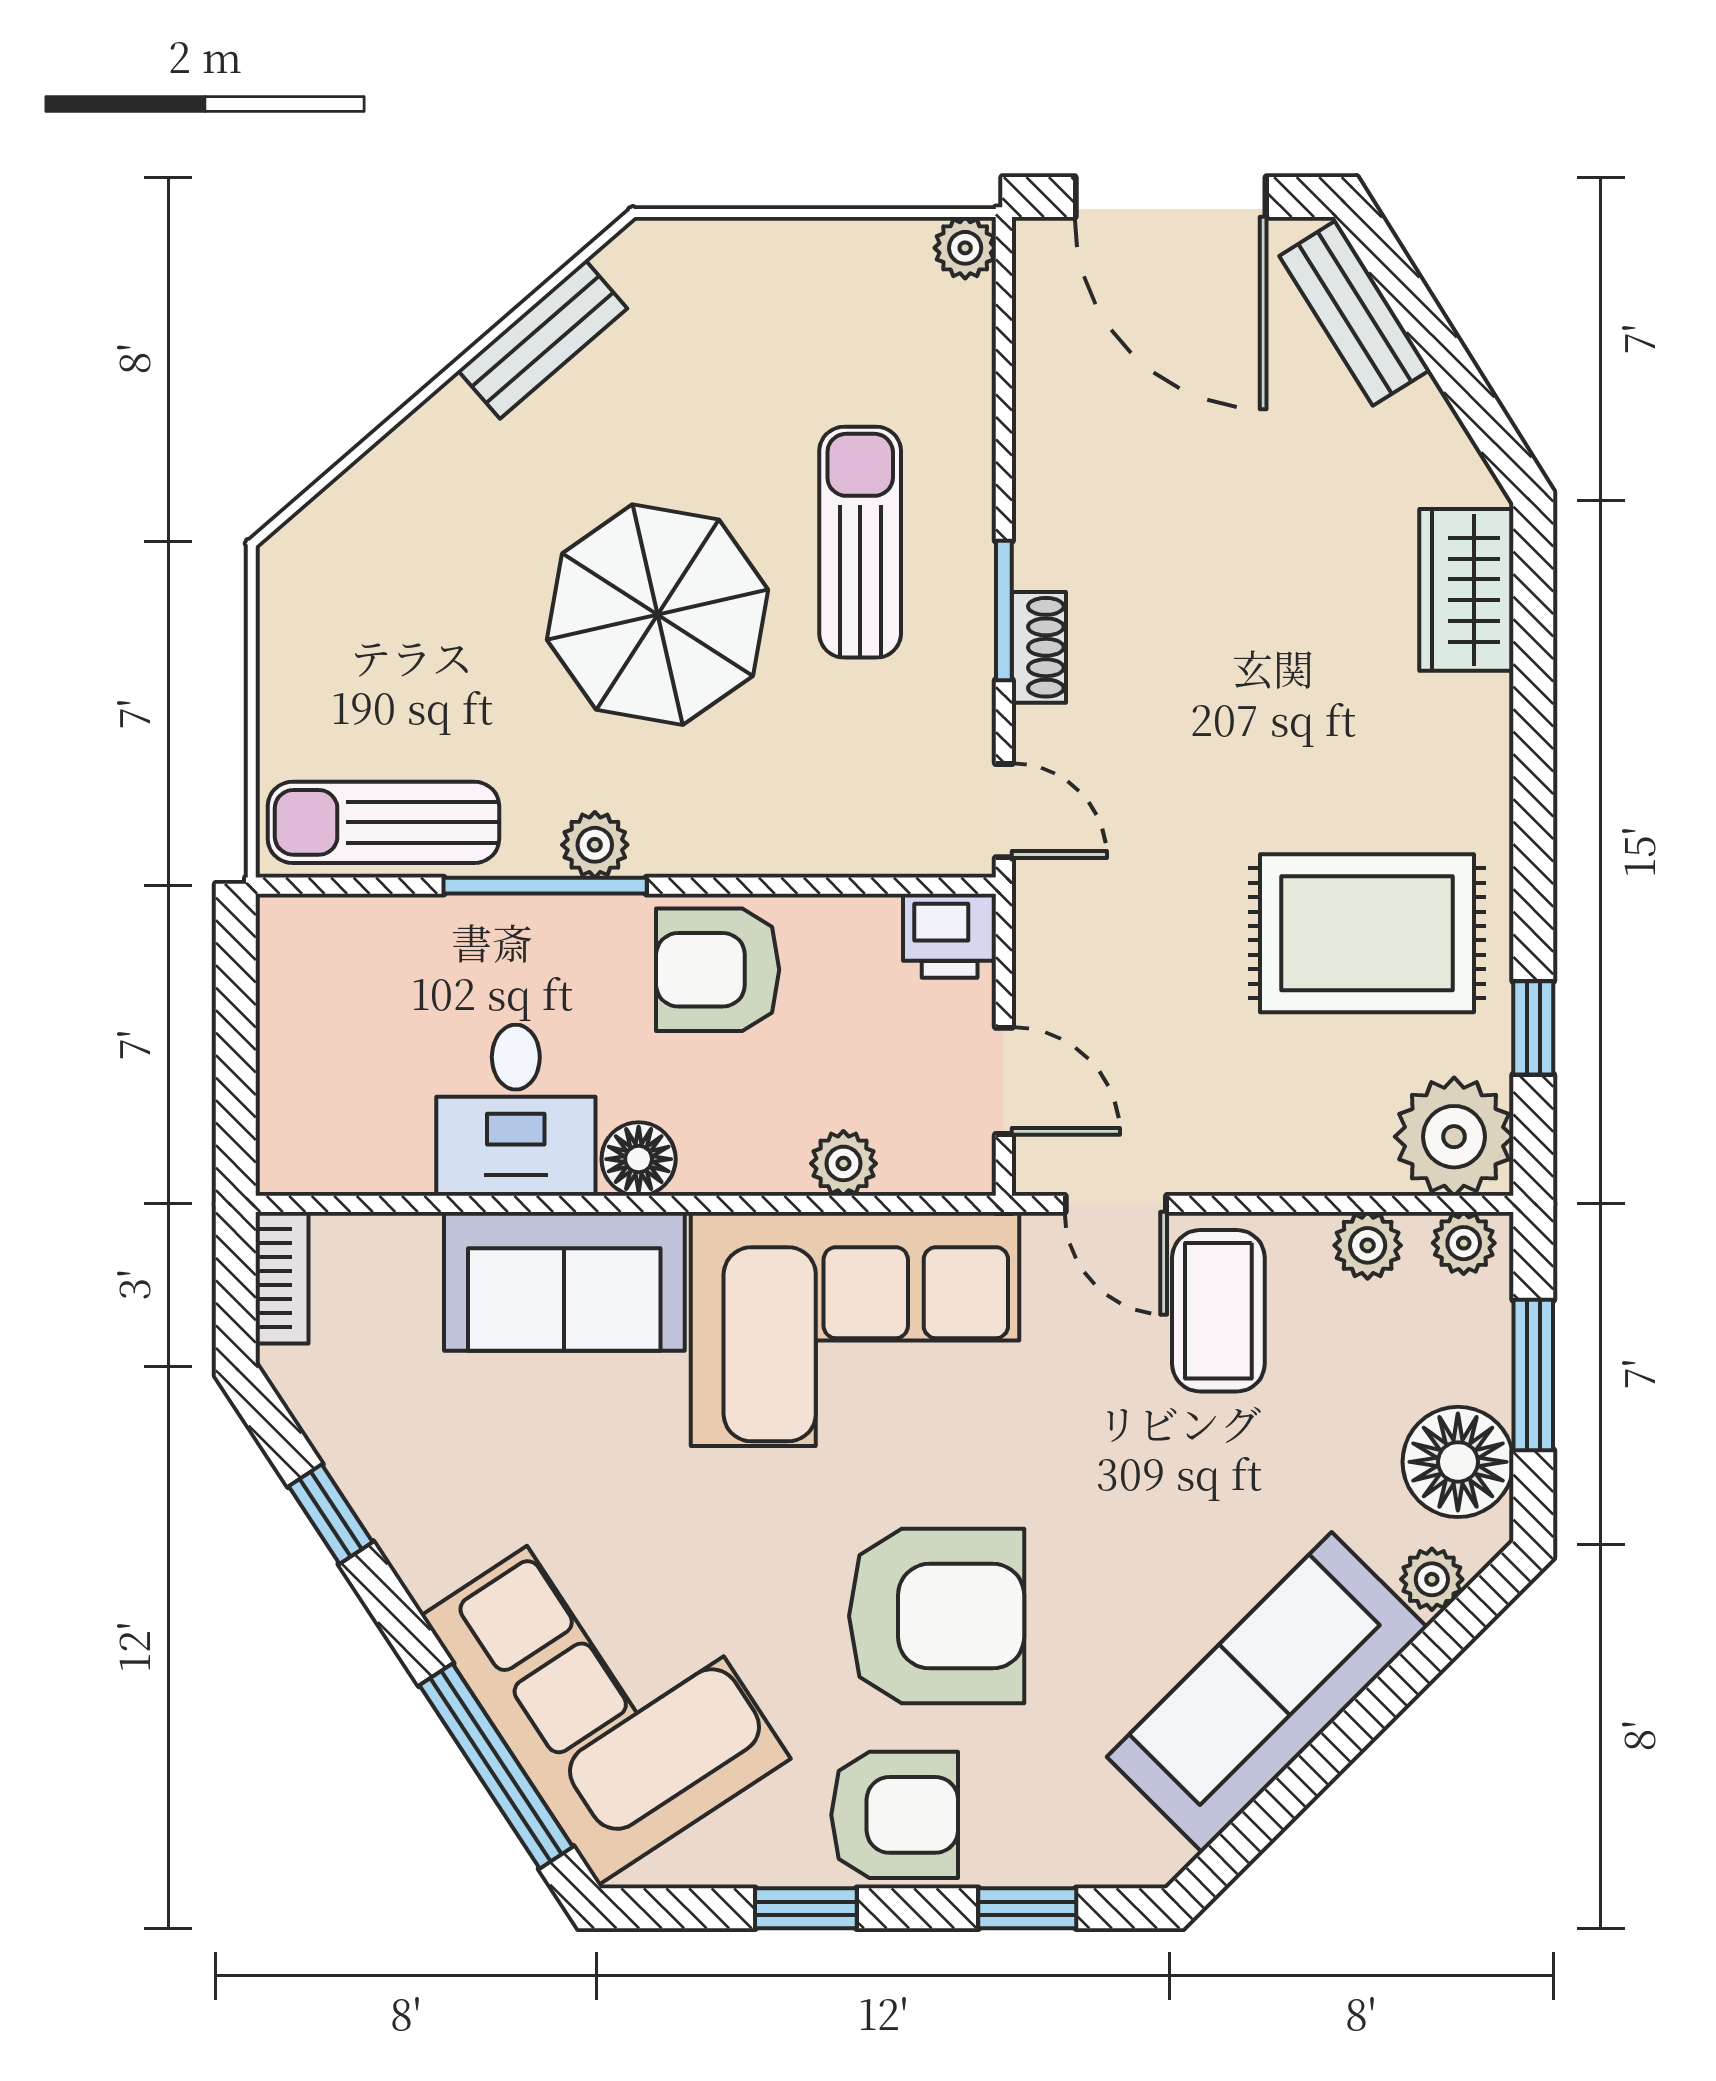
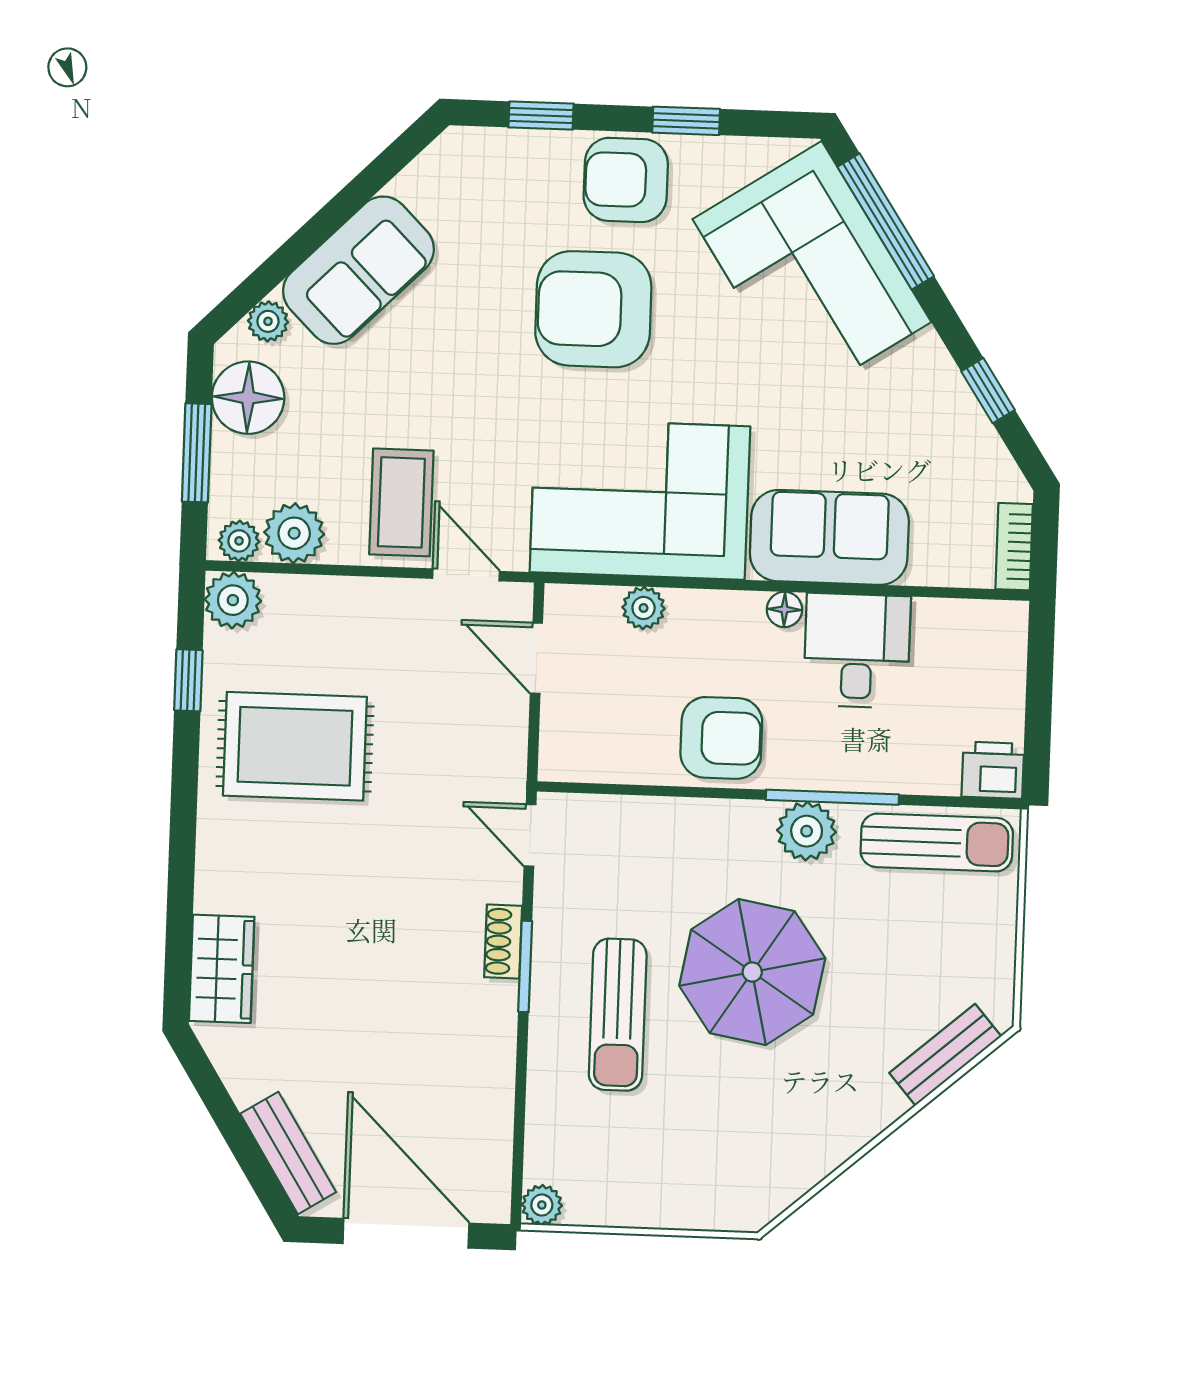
bench: (543, 339) -> (945, 1055), moved
plant: (595, 845) -> (807, 831), width x1.38, depth x1.38
printer: (950, 936) -> (993, 770), moved
plant: (1454, 1137) -> (233, 600), width x0.73, depth x0.73
floor lamp: (639, 1159) -> (784, 609), width x0.73, depth x0.73
plant: (1368, 1245) -> (294, 533), width x1.38, depth x1.38
sofa: (1267, 1692) -> (358, 270), width x0.73

